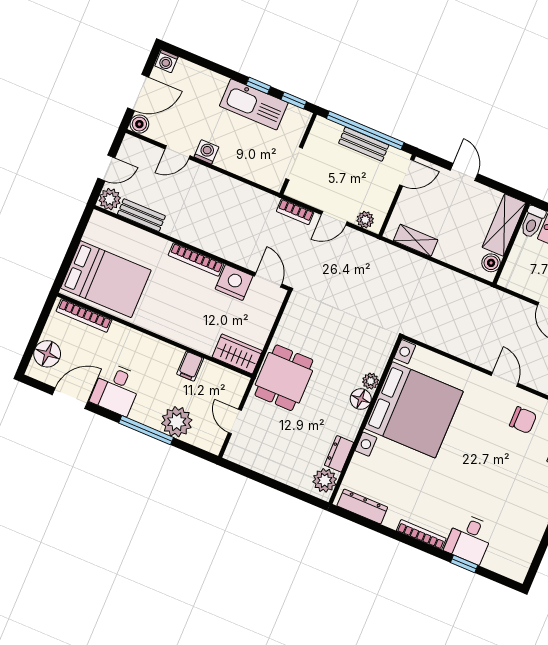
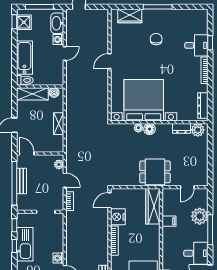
shelving: (416, 240) -> (59, 124), moved
wardrobe: (237, 354) -> (153, 206), width x1.50
chair: (523, 420) -> (156, 39), moved

